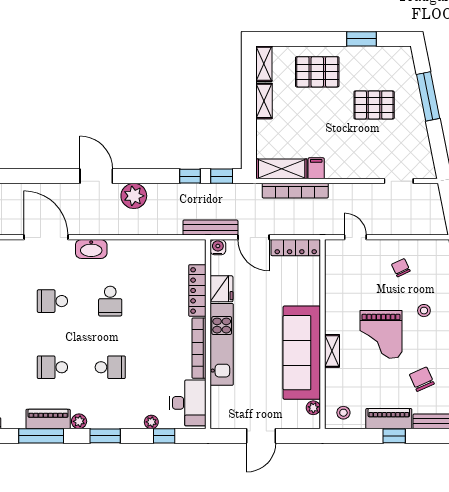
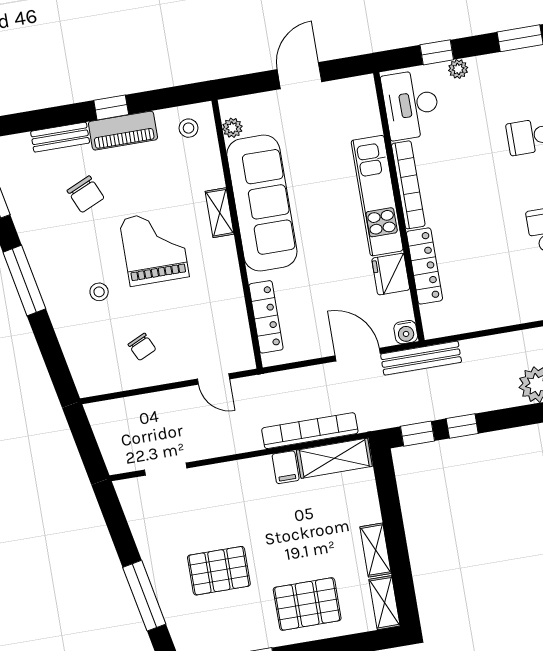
locker: (296, 248) -> (266, 317), moved, turned 90

